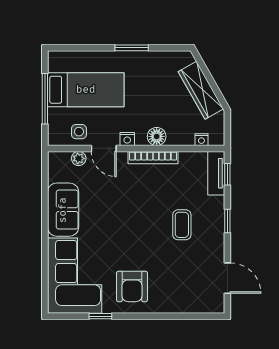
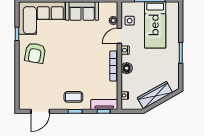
coffee table: (182, 225) -> (73, 97), moved
armchair: (132, 286) -> (35, 53), turned -80

